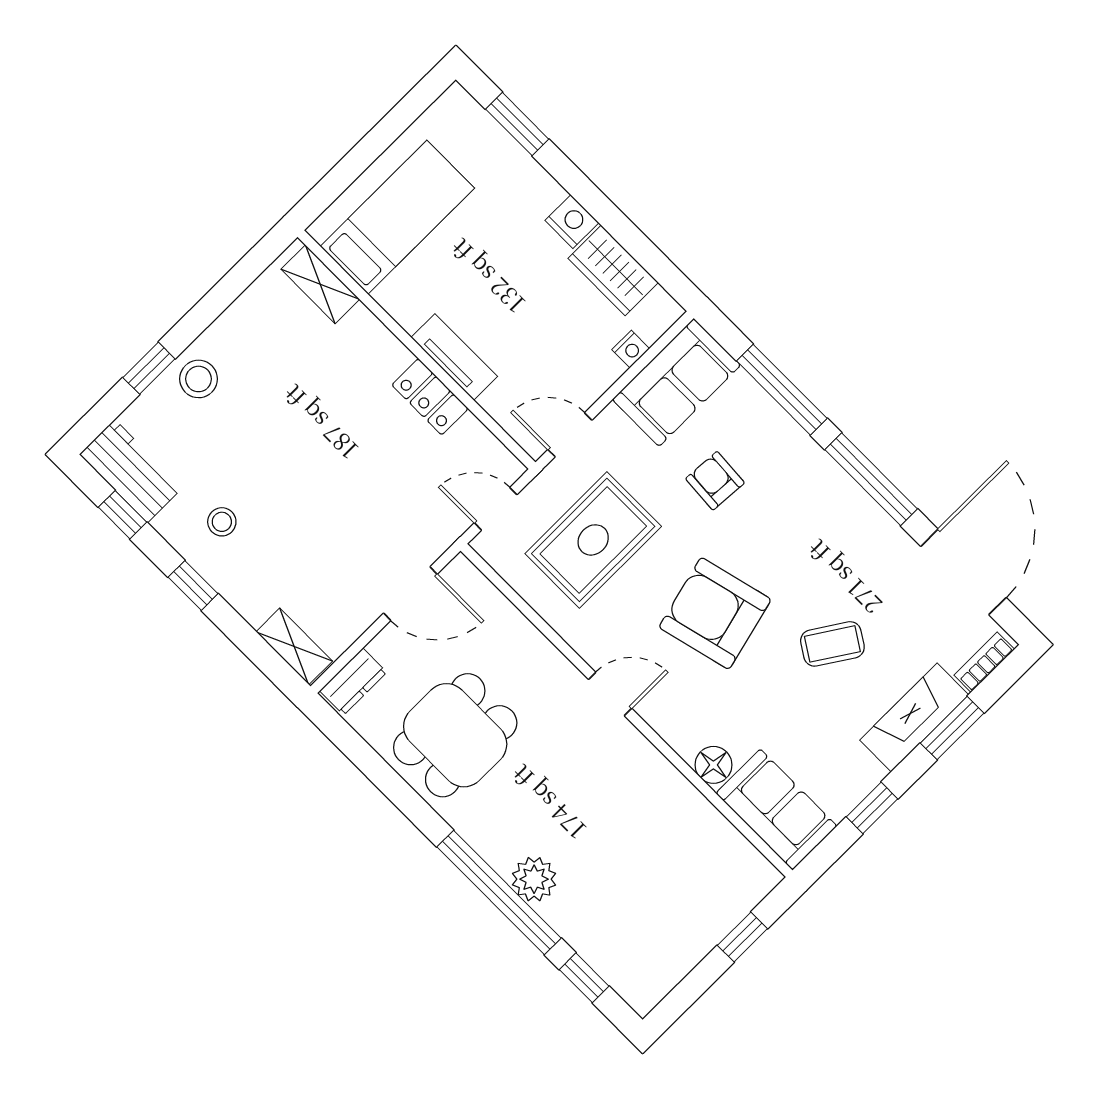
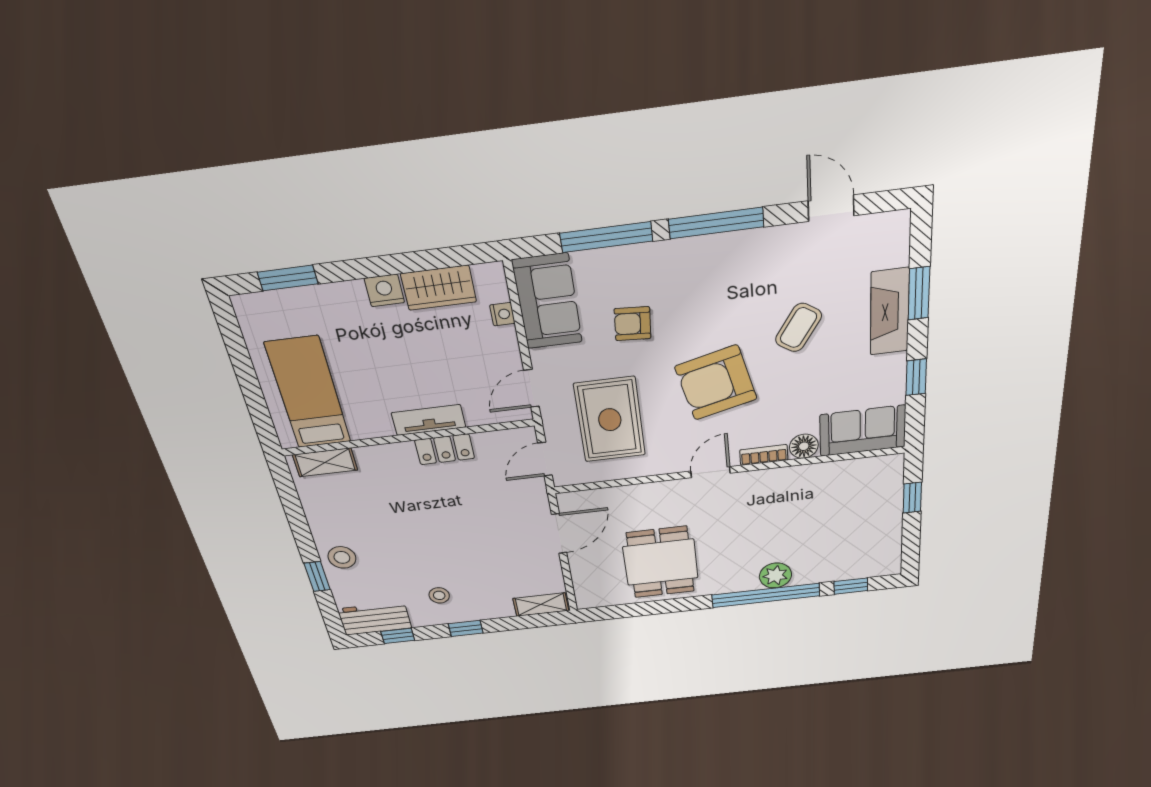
door: (963, 572) -> (831, 208), width x0.53
bookcase: (984, 662) -> (764, 455), moved, turned 90
dresser: (353, 682) -> (586, 590), removed

